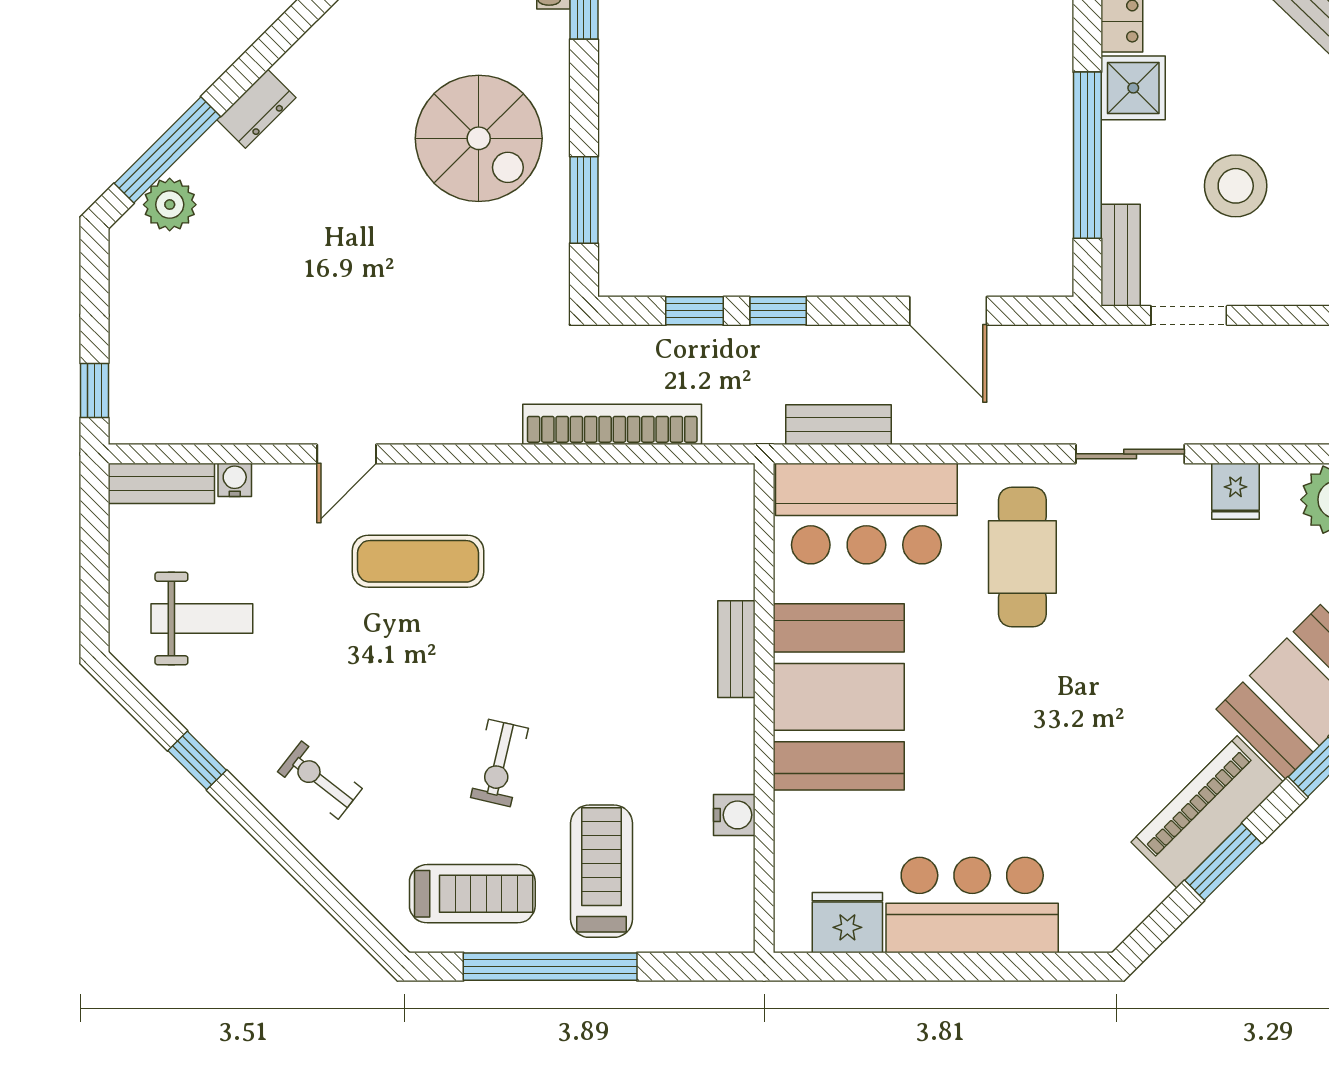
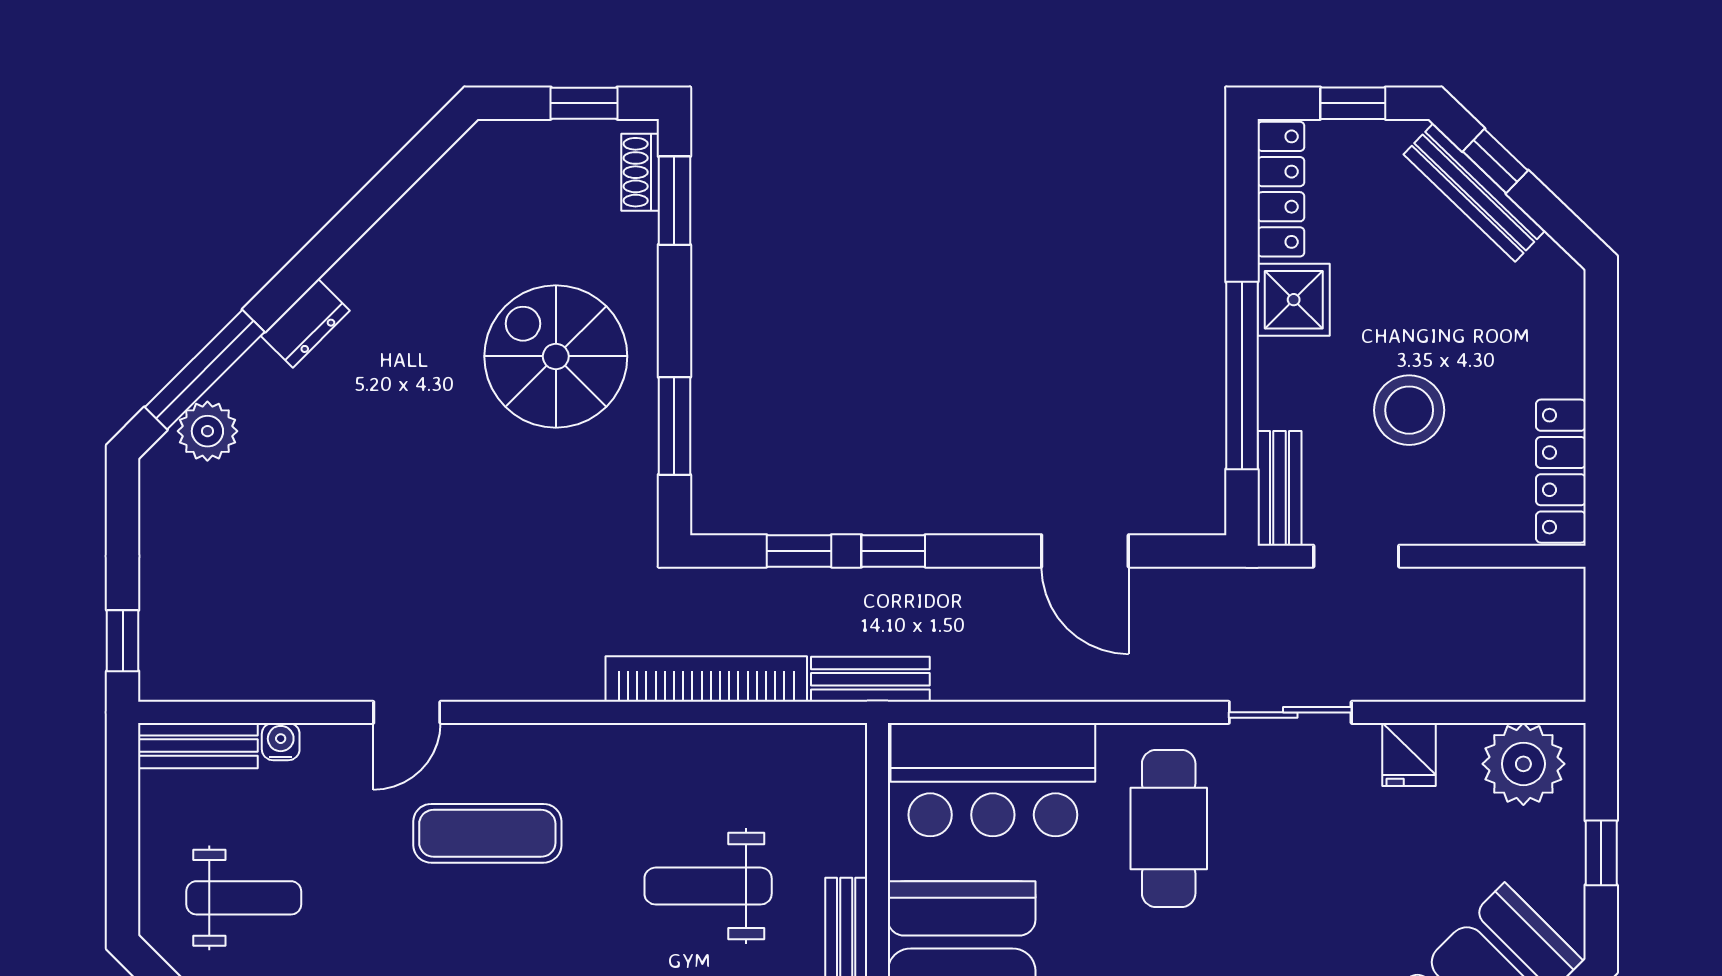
spiral stairs: (479, 138) -> (556, 356), turned 180
bench: (839, 425) -> (870, 679), moved
weight bench: (614, 608) -> (708, 886), added

